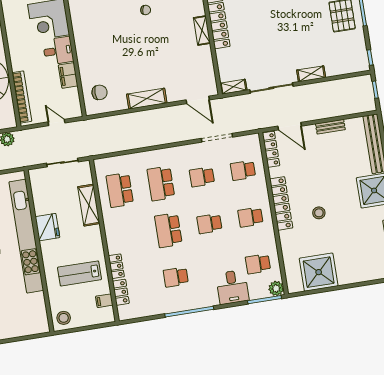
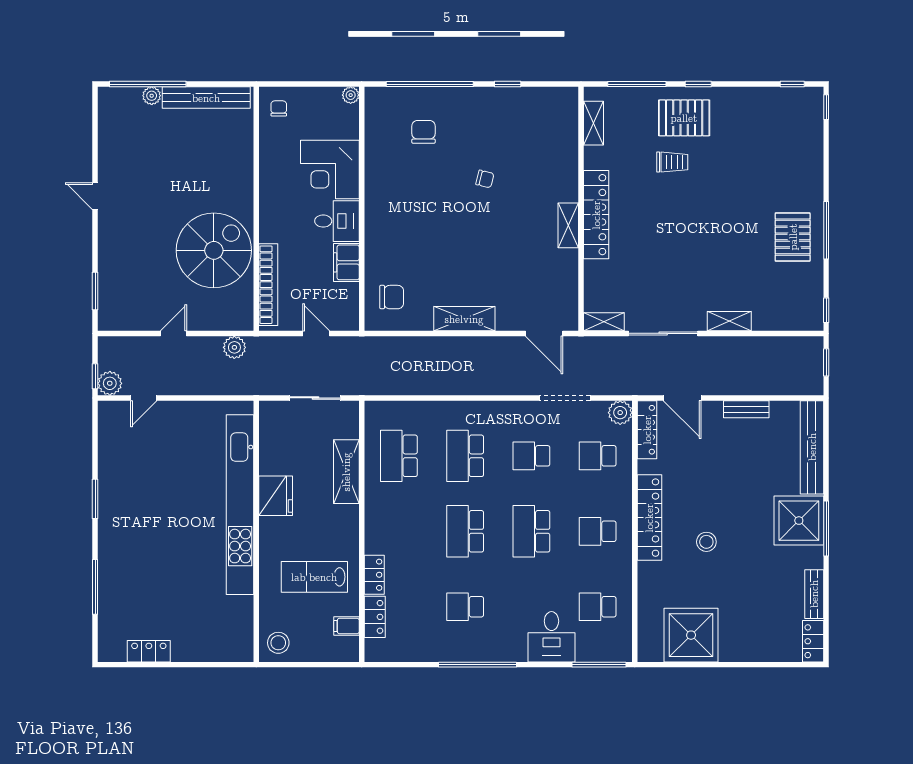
school desk: (209, 224) -> (531, 531), width x1.85
plant: (276, 288) -> (620, 413), moved

